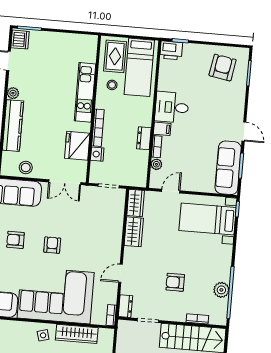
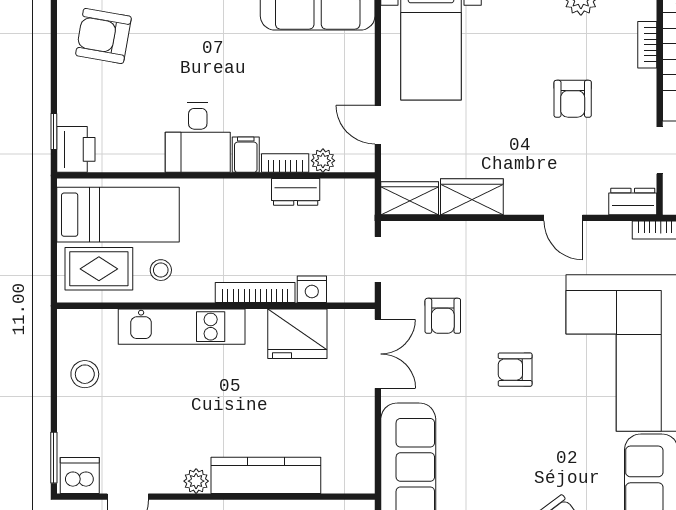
dresser: (144, 138) -> (296, 192), moved
stool: (26, 168) -> (85, 374), moved
armchair: (15, 240) -> (443, 316), moved

